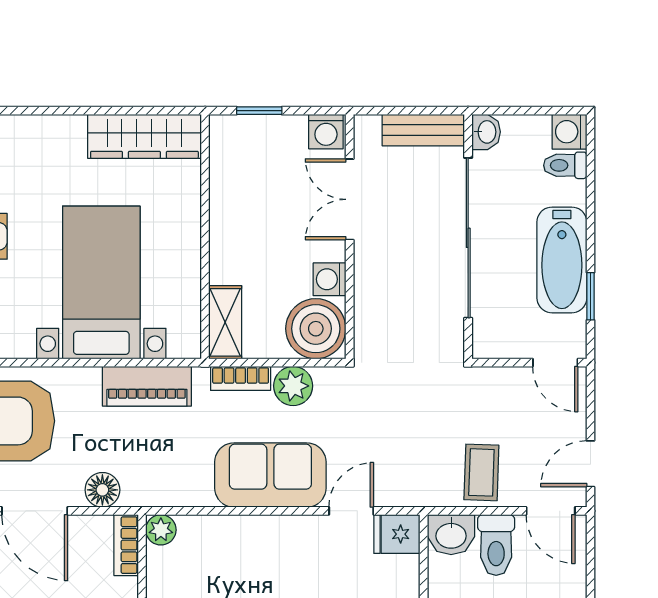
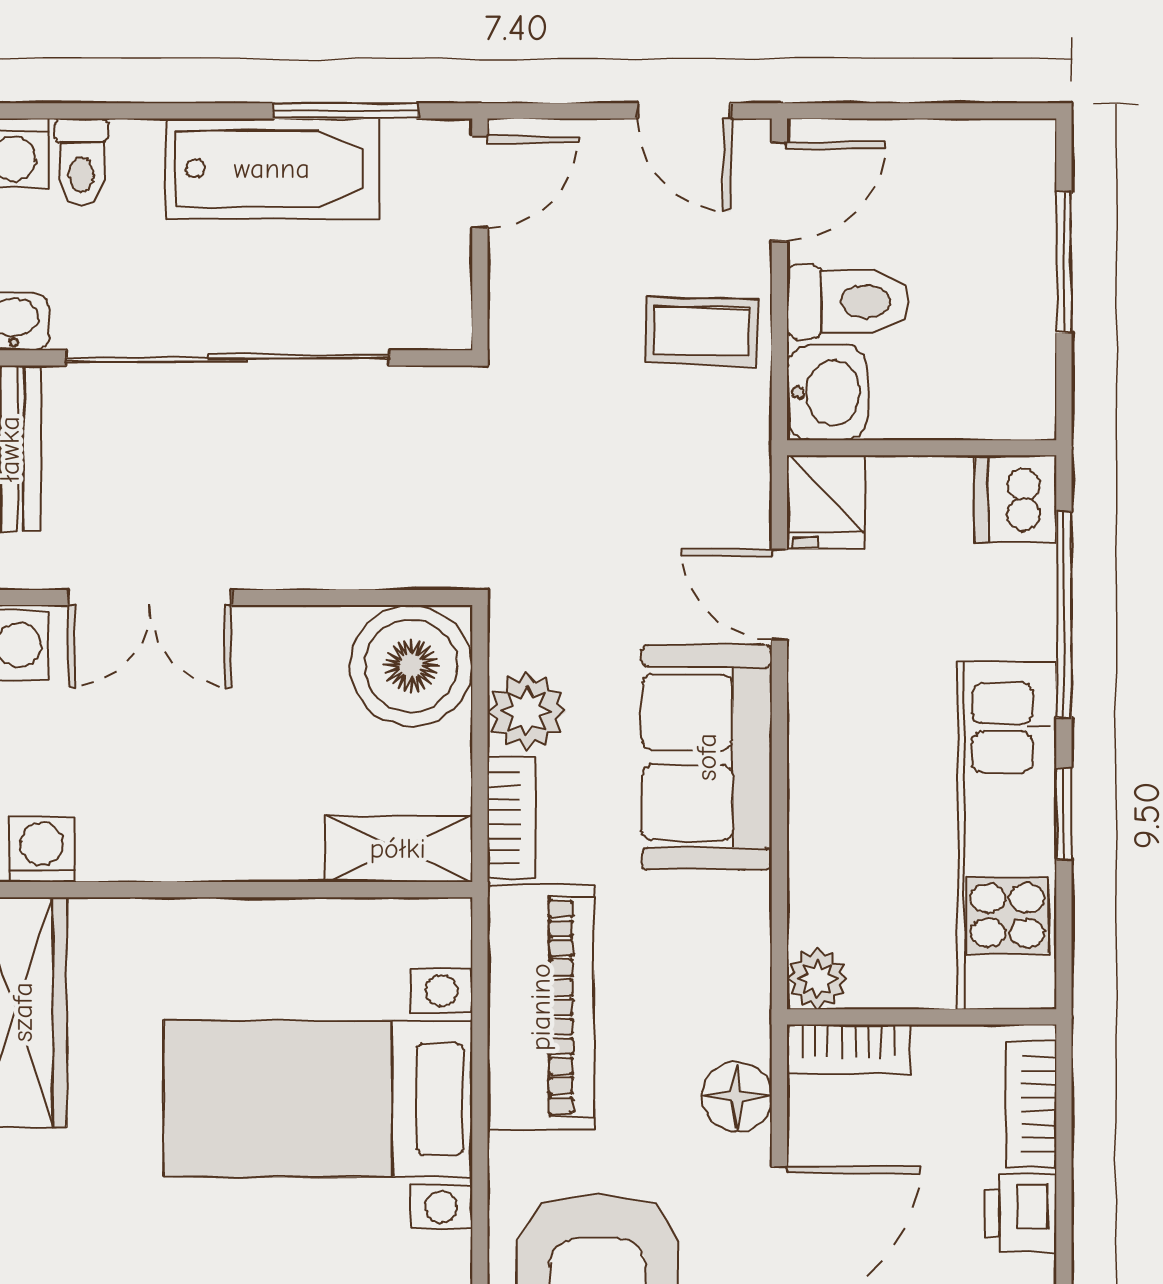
washing machine: (329, 279) -> (42, 849), moved, turned 180
window: (591, 296) -> (346, 111), width x1.50
piano: (147, 386) -> (541, 1007), width x1.37, depth x1.33

